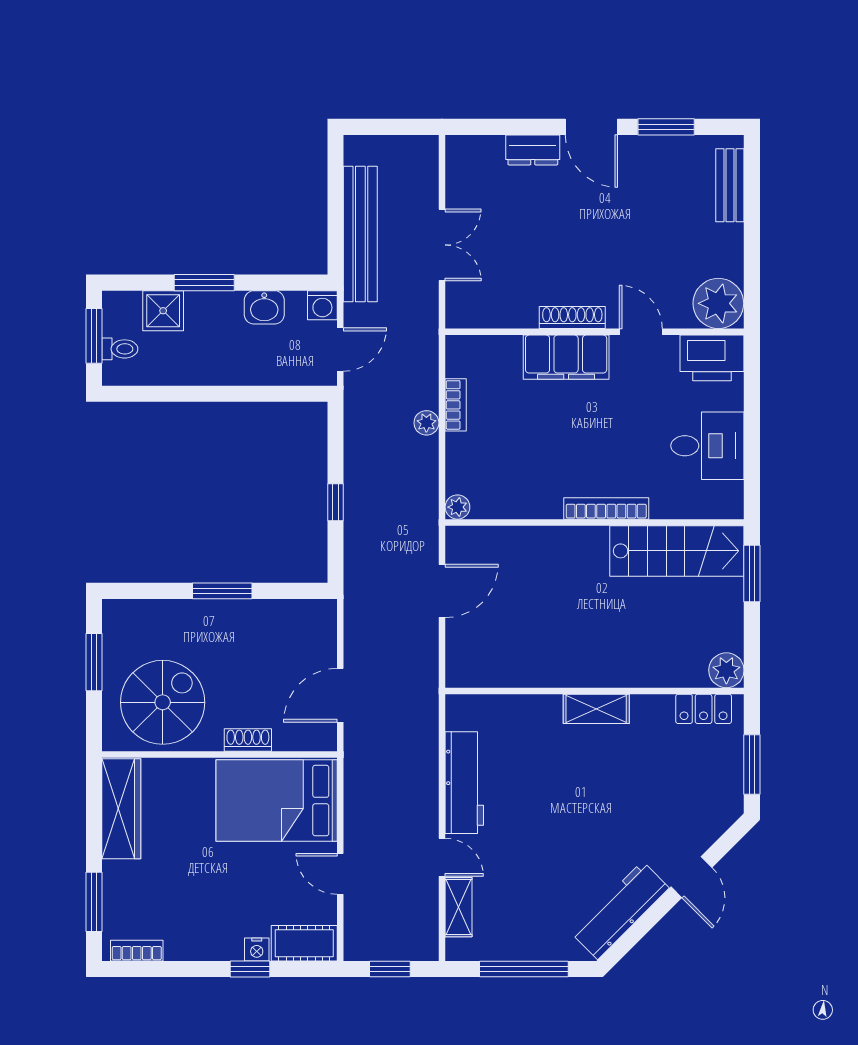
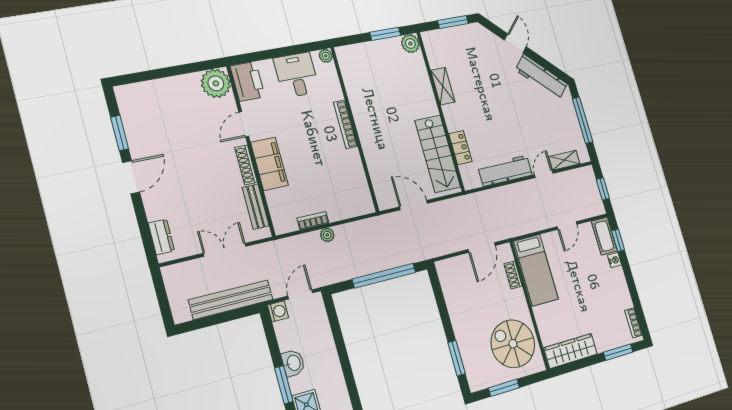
dresser: (533, 150) -> (161, 237), moved
bench: (730, 185) -> (256, 207), moved, turned 90
washbasin: (264, 307) -> (293, 363), moved
door: (340, 350) -> (300, 294), hinge flipped
window: (336, 502) -> (384, 276), width x3.17
plant: (457, 507) -> (326, 56), moved
stairs: (677, 551) -> (438, 154), moved, turned 180
window: (752, 574) -> (385, 34), moved
window: (222, 591) -> (457, 358), moved
door: (340, 695) -> (482, 248), hinge flipped
shelving: (596, 709) -> (443, 86), moved
locker: (704, 709) -> (460, 148), moved
shoe rack: (248, 740) -> (513, 275), moved
bed: (277, 801) -> (536, 270), width x0.67
door: (691, 877) -> (515, 43), hinge flipped
window: (250, 969) -> (618, 240), moved

